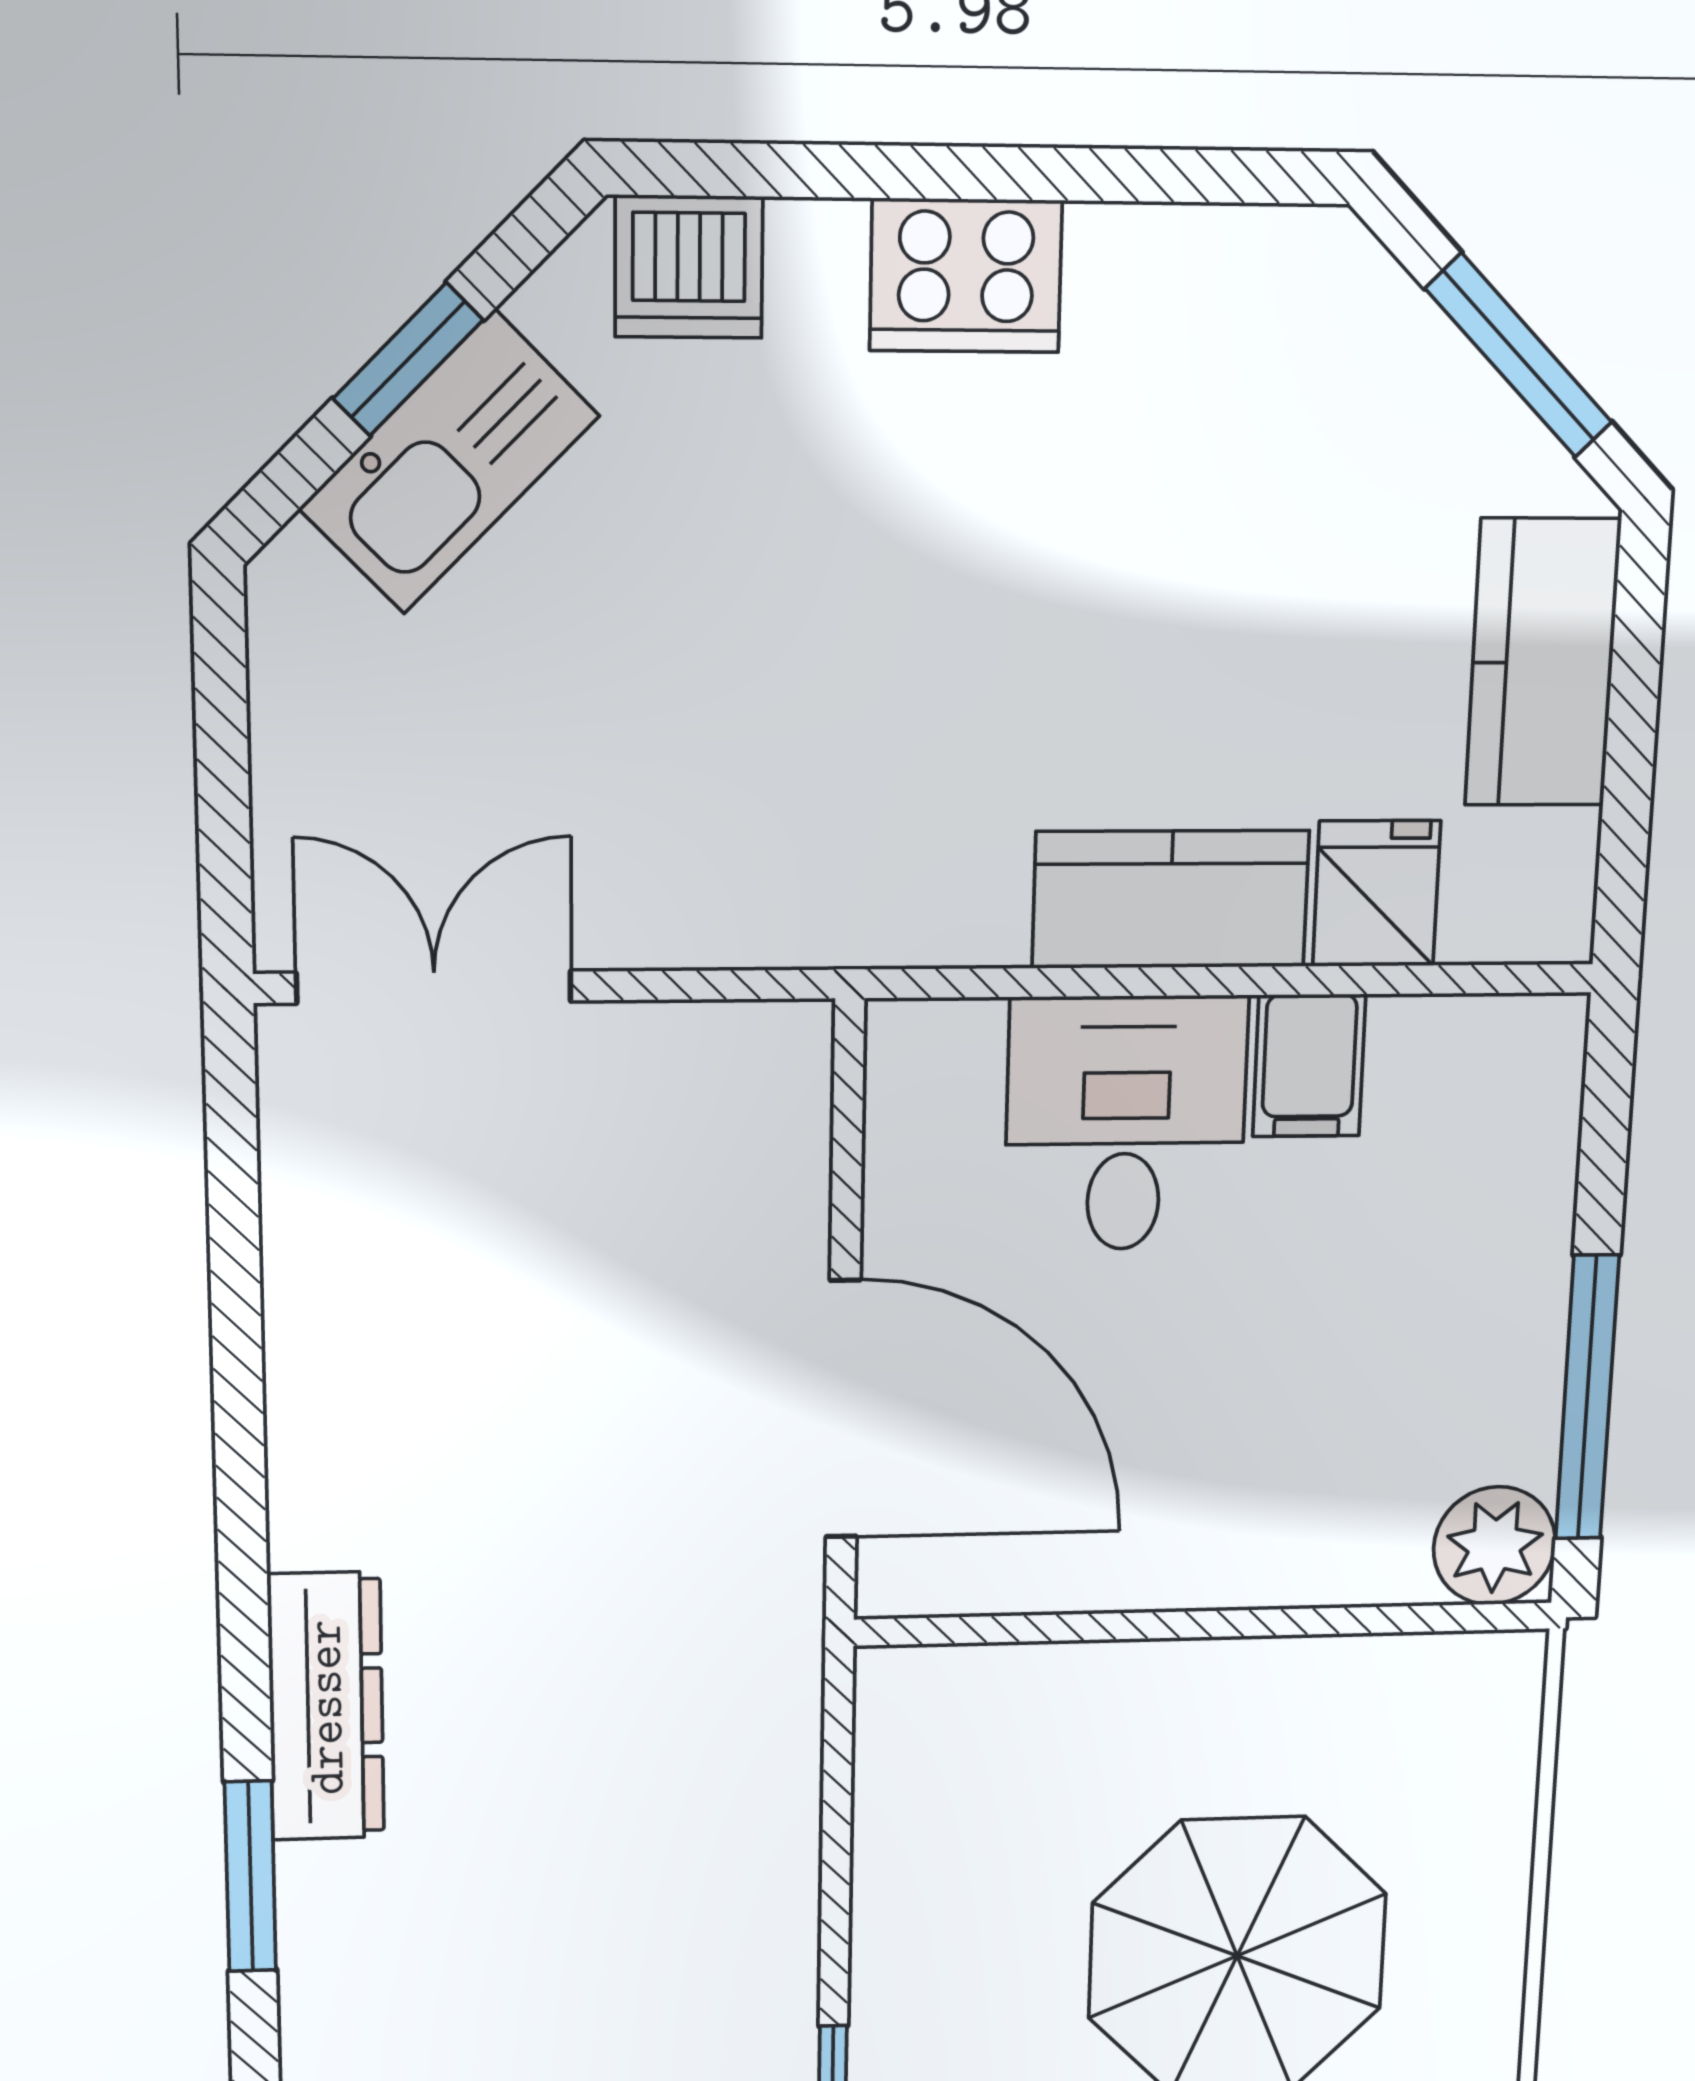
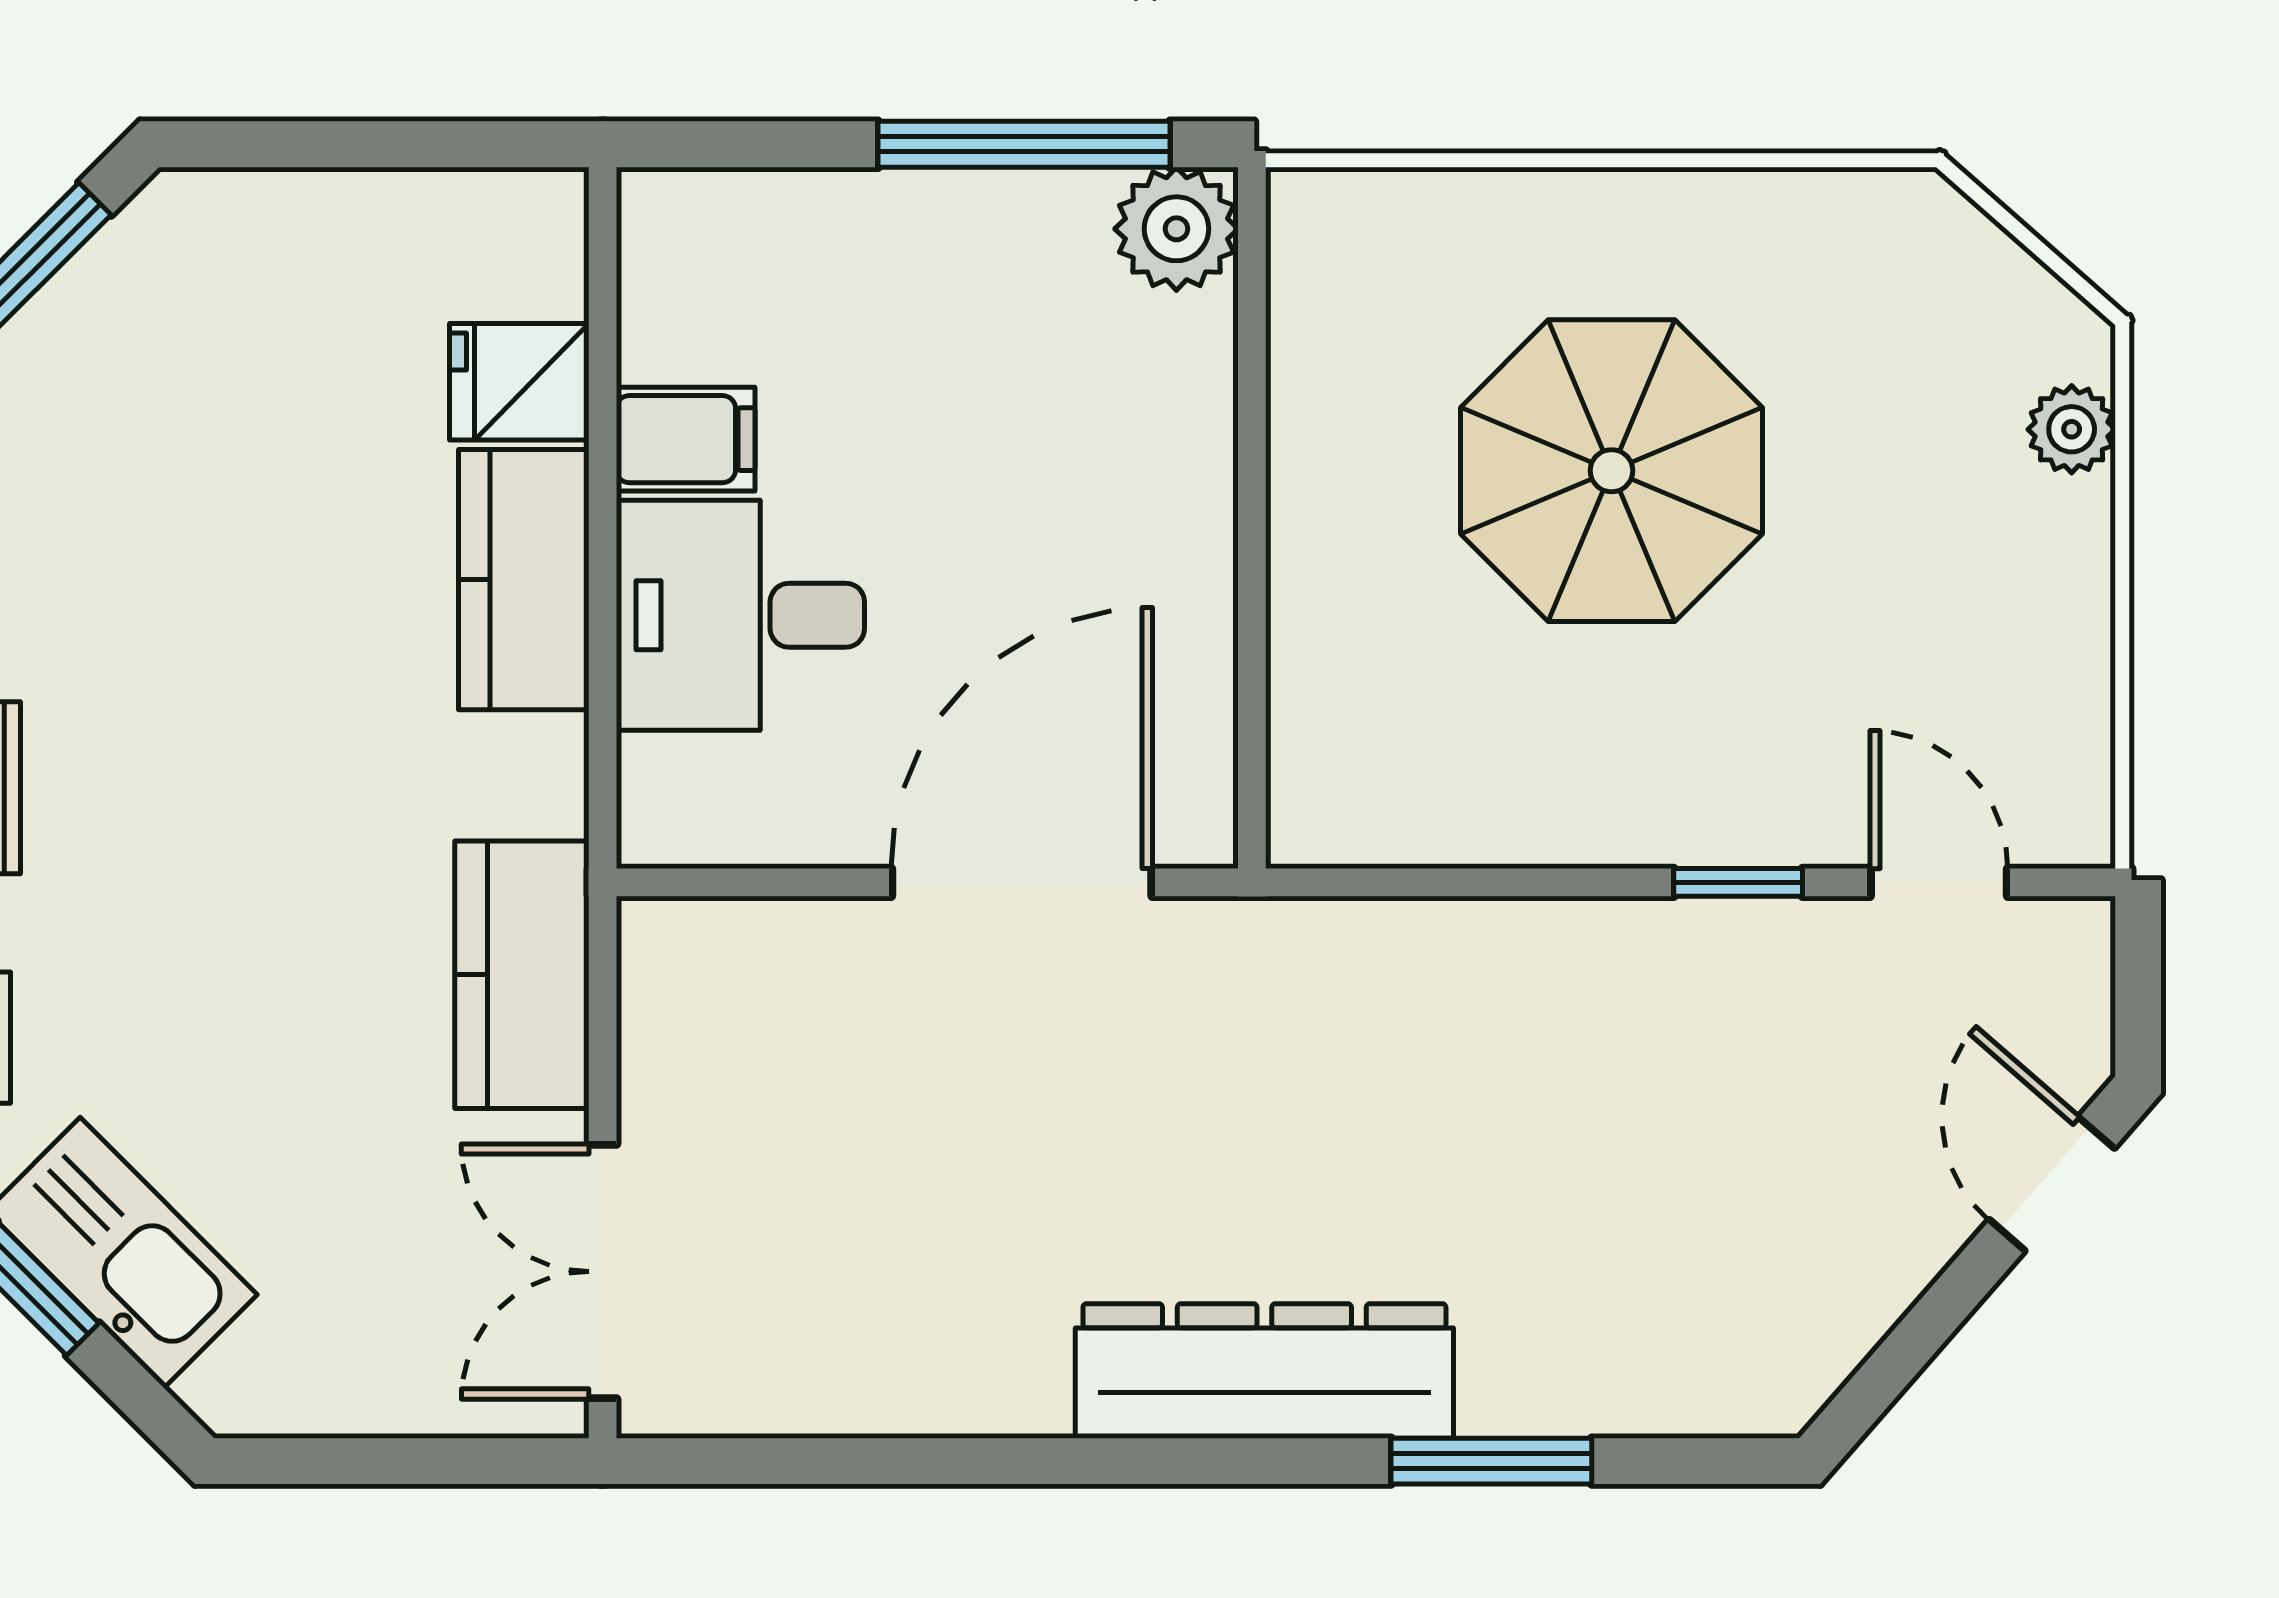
kitchen counter: (1543, 663) -> (522, 975), moved, turned 90
dresser: (326, 1707) -> (1264, 1371), width x1.37, depth x1.24

